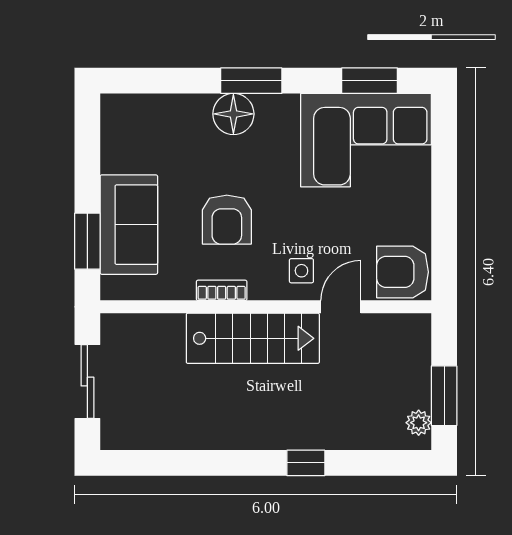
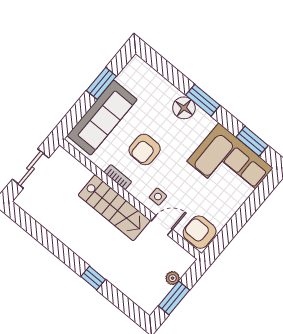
sofa: (129, 225) -> (102, 118), width x1.36
window: (87, 241) -> (101, 83), moved
plant: (419, 423) -> (173, 278), moved

